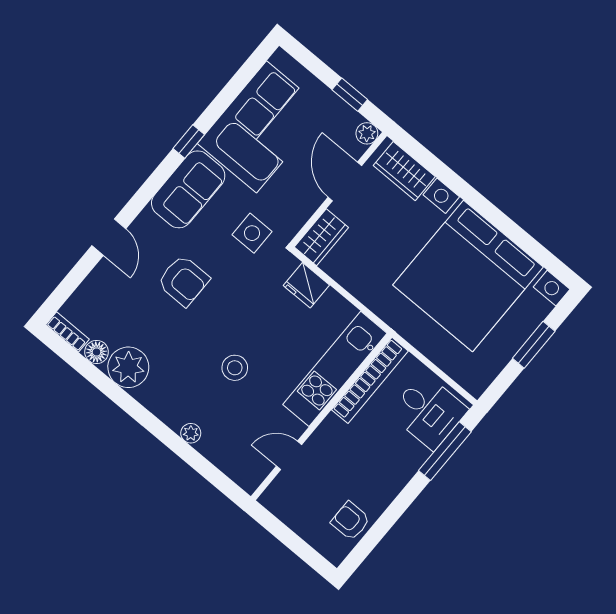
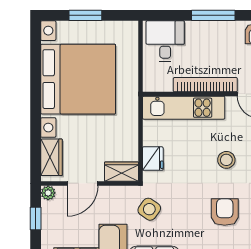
side table: (252, 233) -> (149, 209), turned 35
armchair: (183, 281) -> (225, 212), moved
bookcase: (370, 380) -> (205, 85), moved
window: (445, 451) -> (213, 15), moved

